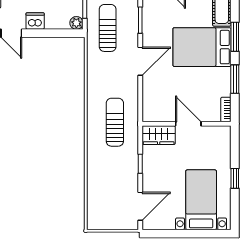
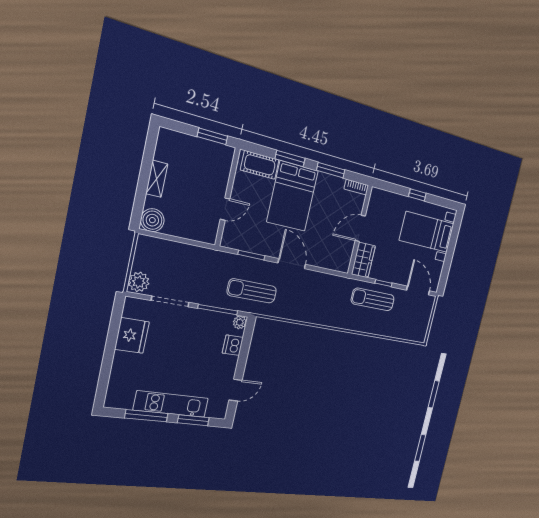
dishwasher: (35, 21) -> (233, 345), moved
sun lounger: (115, 122) -> (373, 299), moved

